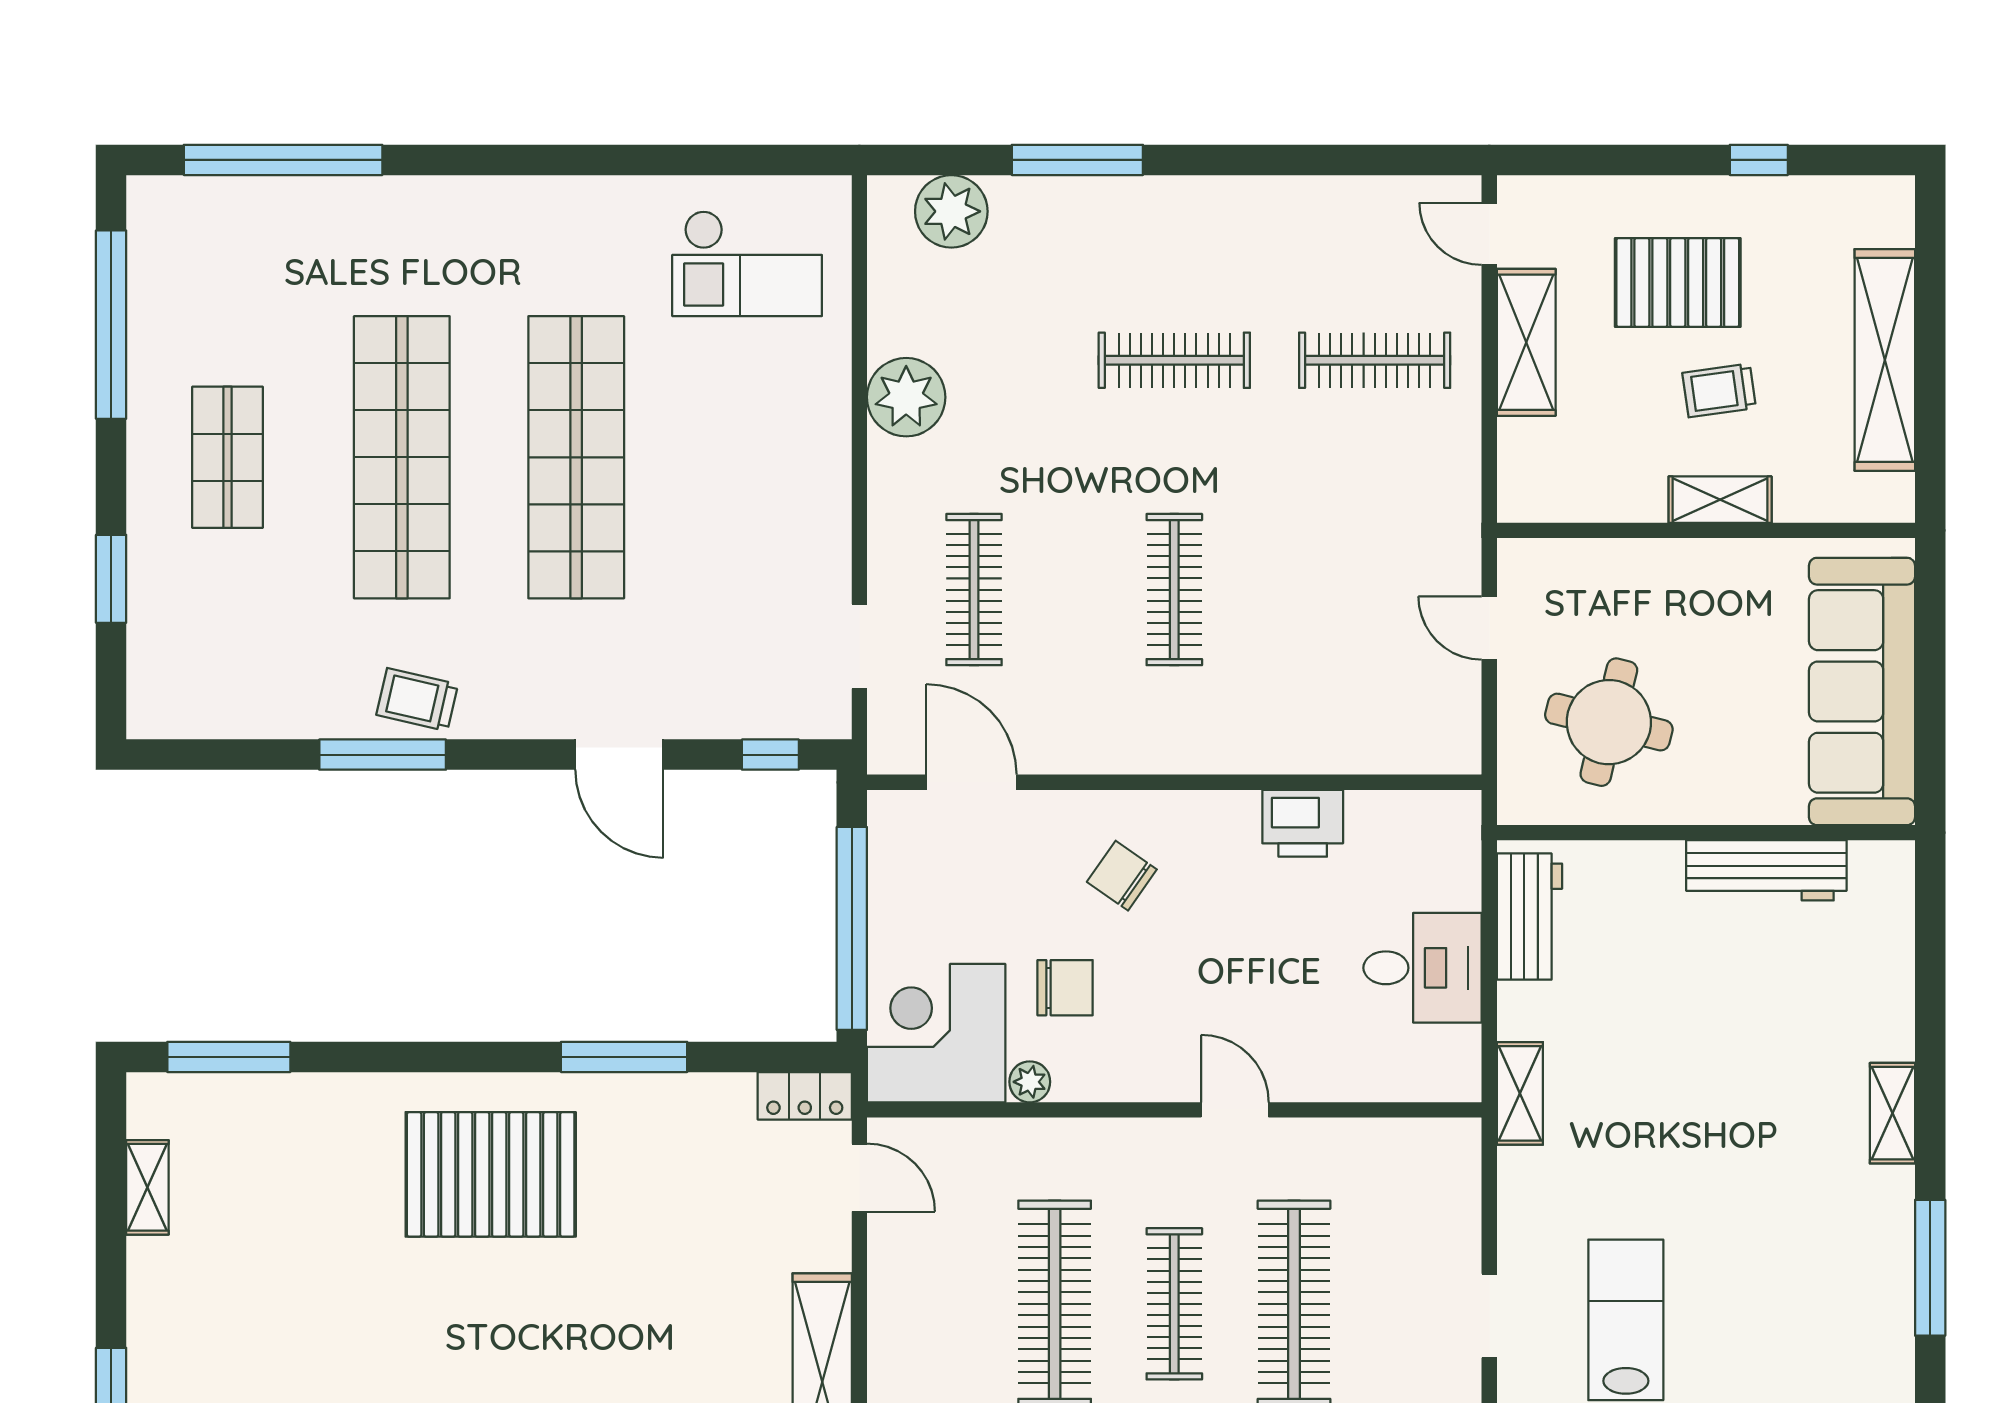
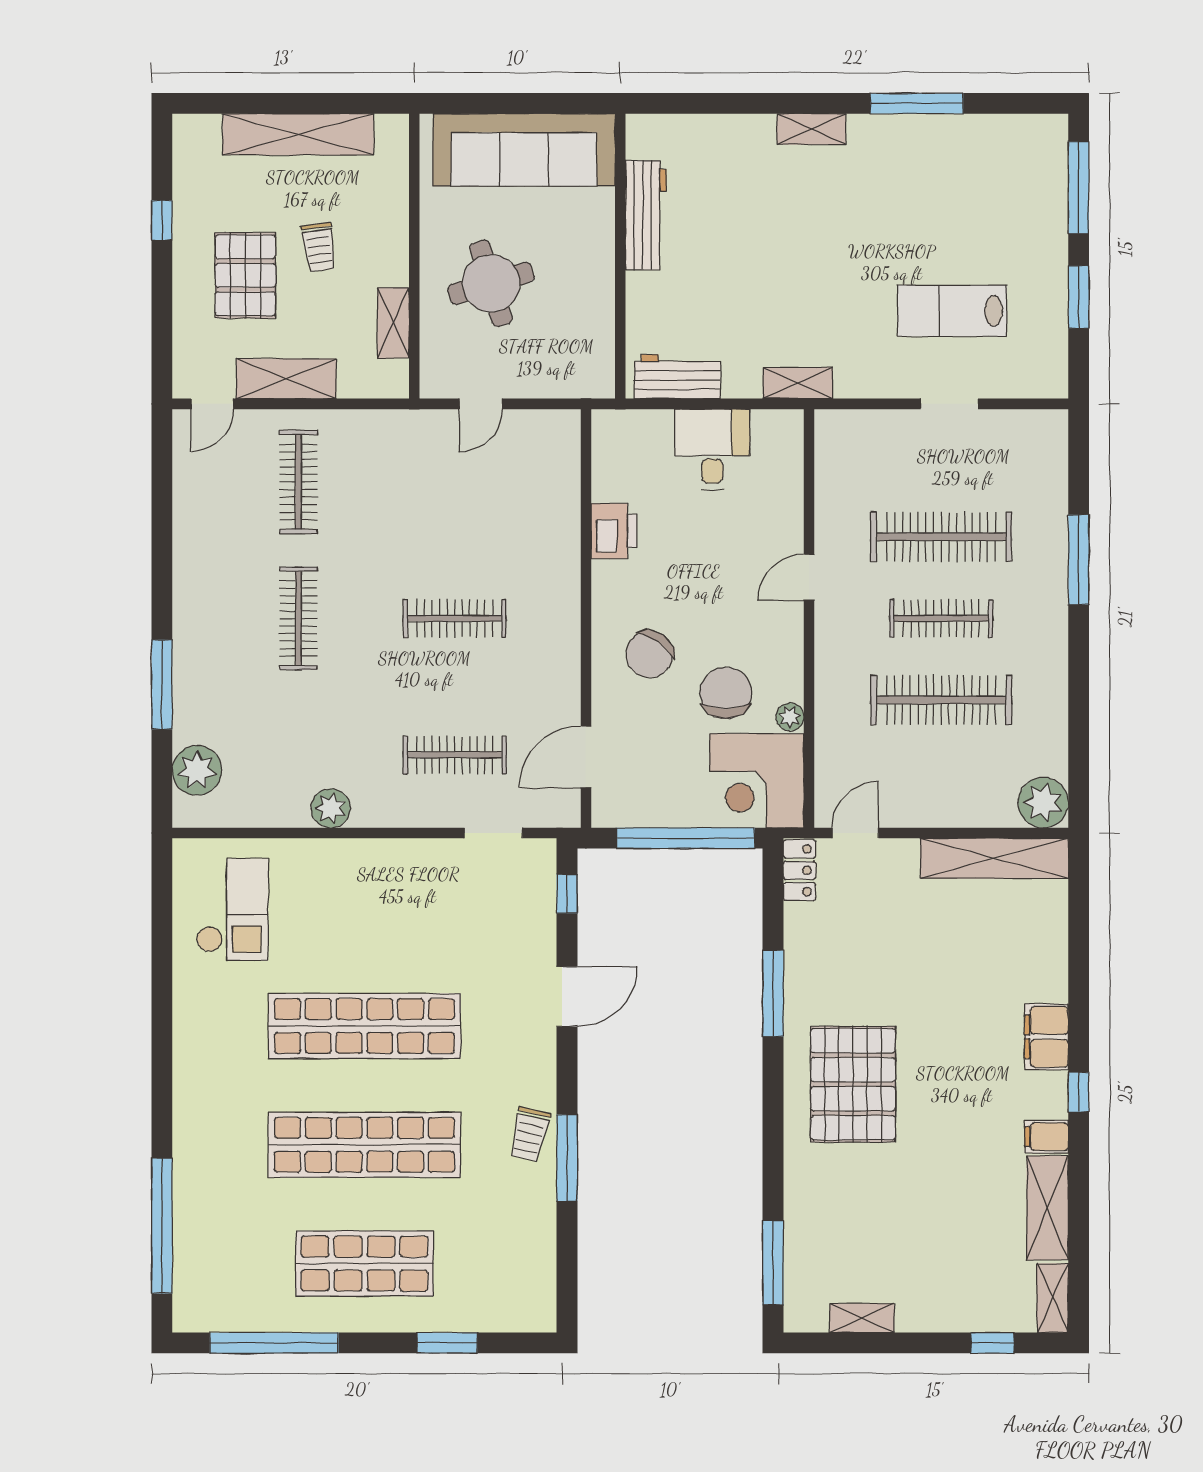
plant: (906, 397) -> (331, 808), width x0.73, depth x0.73
shop shelf: (228, 457) -> (364, 1264), width x1.43, depth x1.36
shelving: (1720, 500) -> (393, 323), moved
round table: (1609, 722) -> (491, 283), moved, turned -31
chair: (1122, 876) -> (650, 654), width x1.37, depth x1.37
chair: (1065, 988) -> (726, 693), width x1.37, depth x1.37

